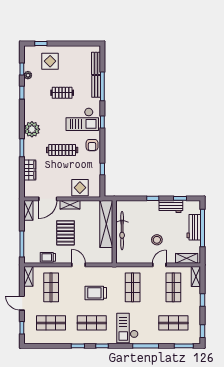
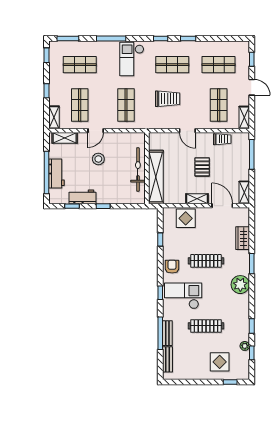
clothes rail: (62, 93) -> (206, 326), width x1.36
door: (48, 199) -> (222, 206), hinge flipped
pallet: (66, 233) -> (202, 167), width x0.67, depth x0.71
checkout: (127, 328) -> (132, 59), turned 180

